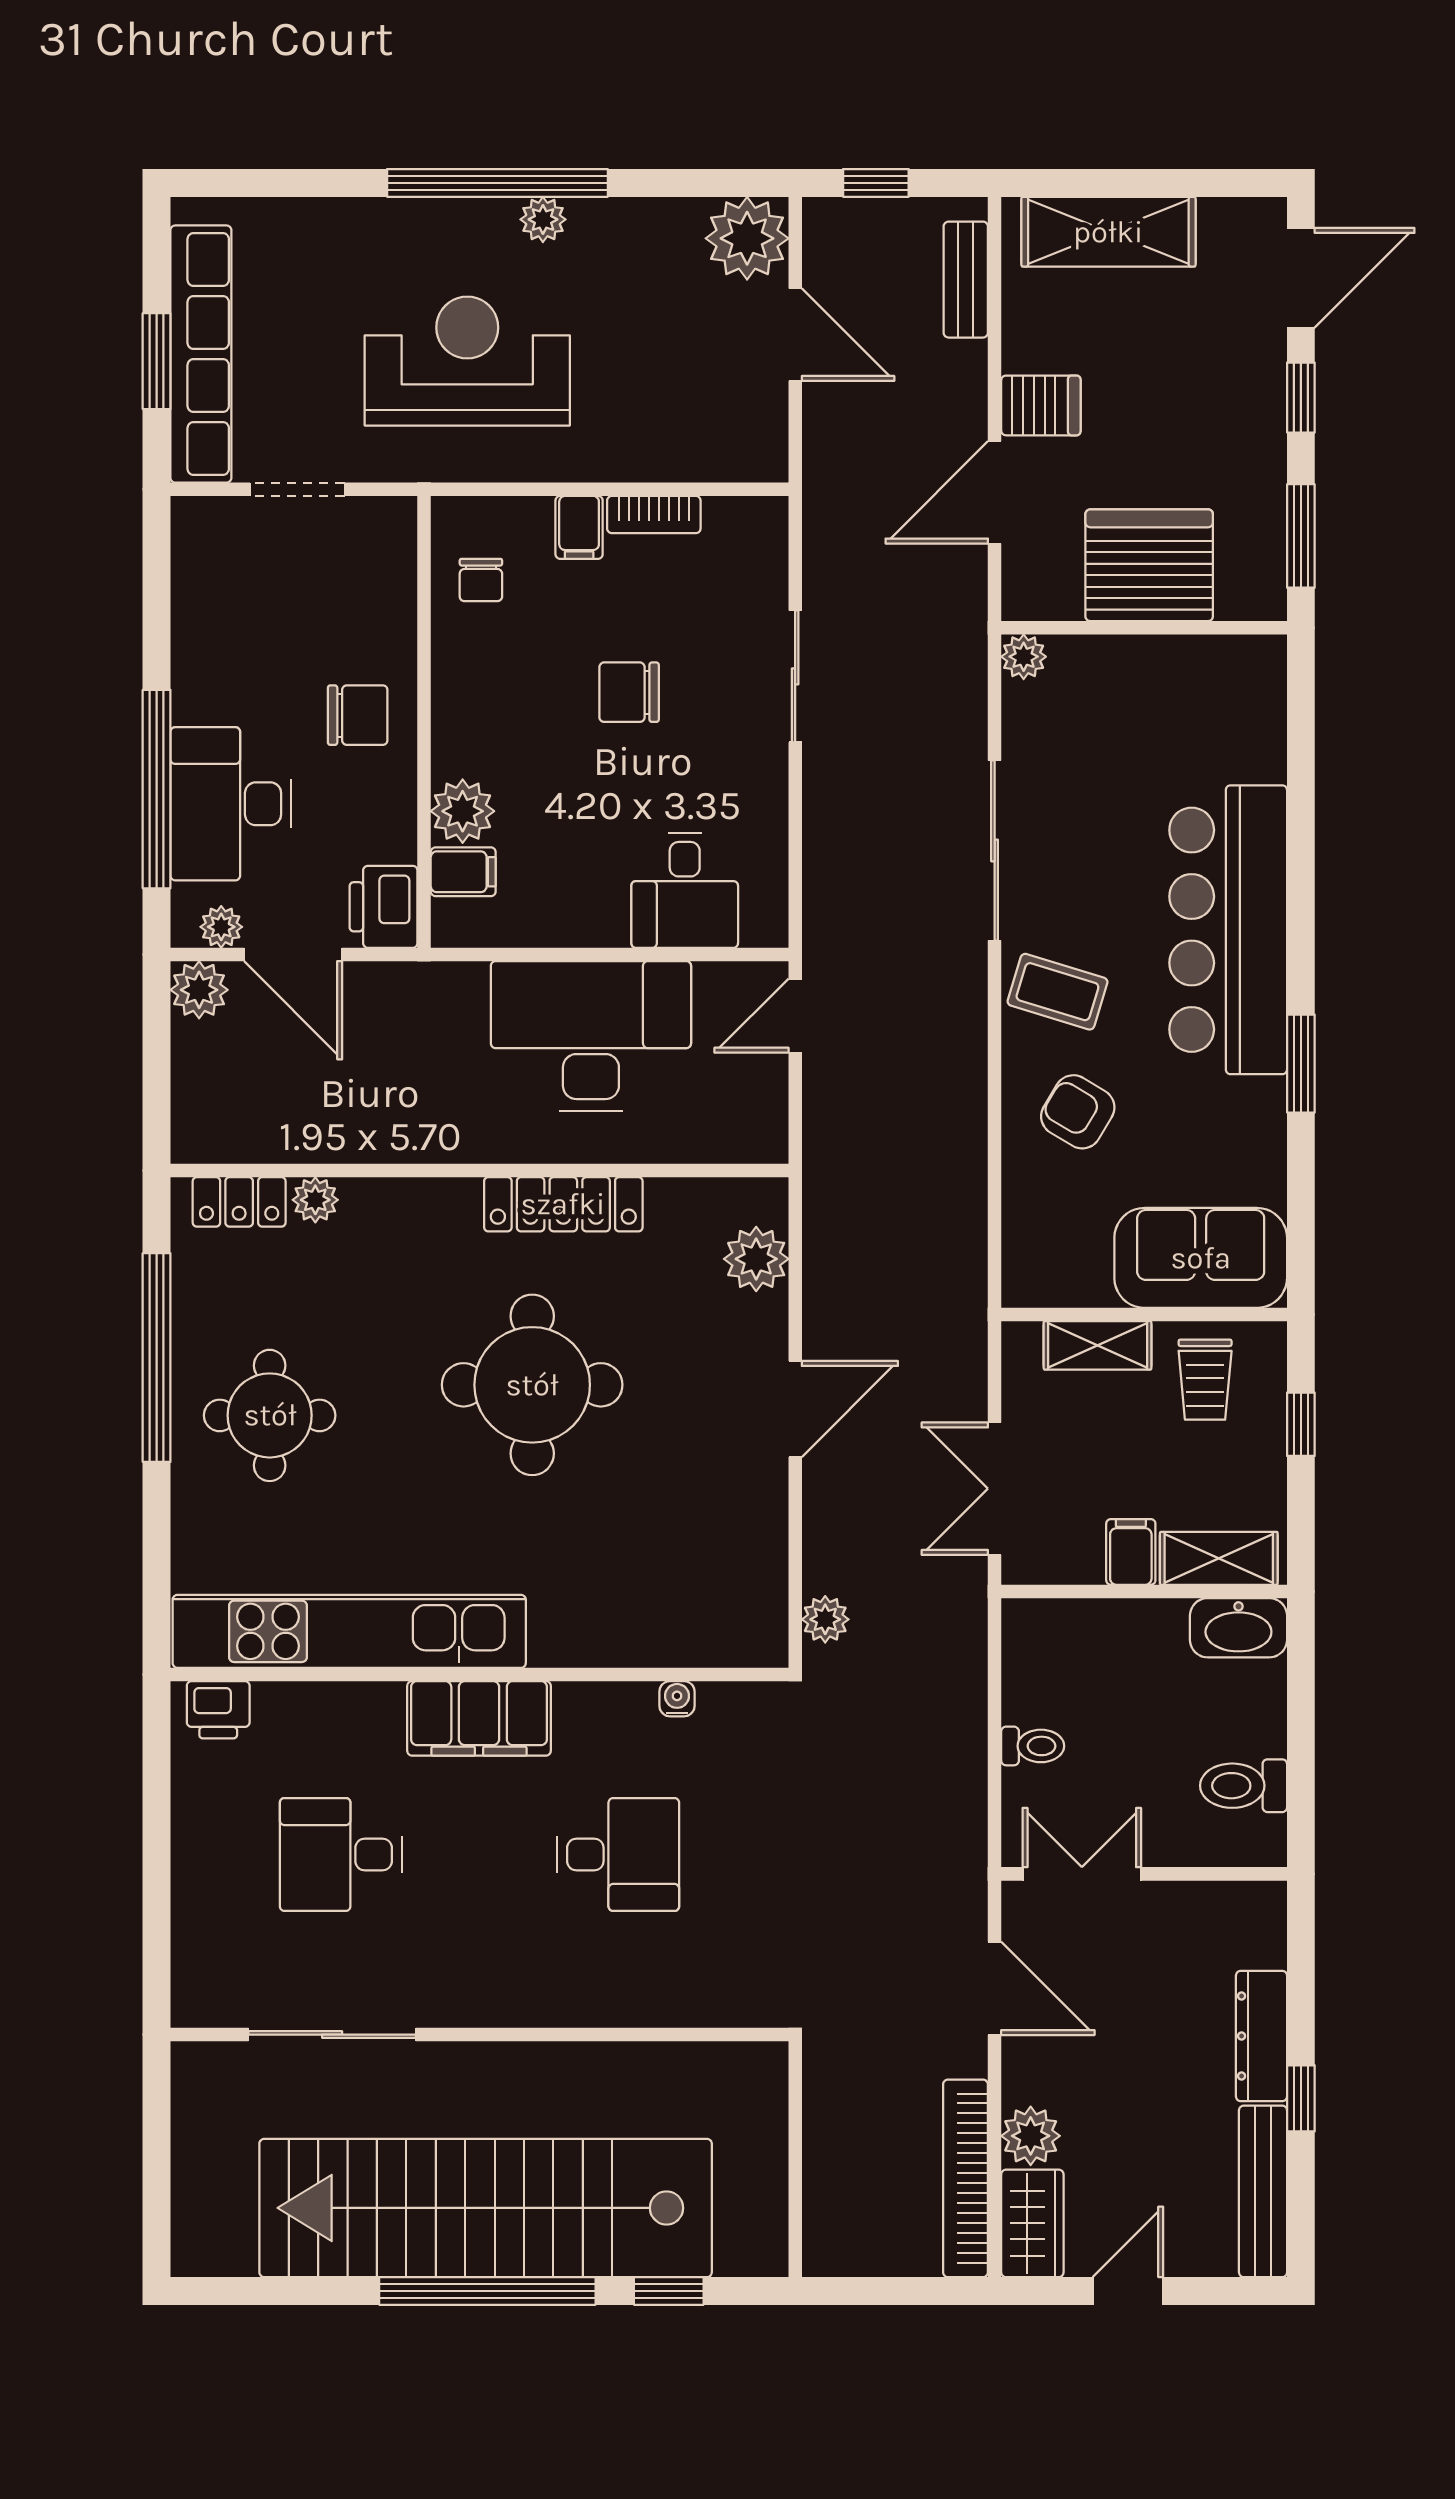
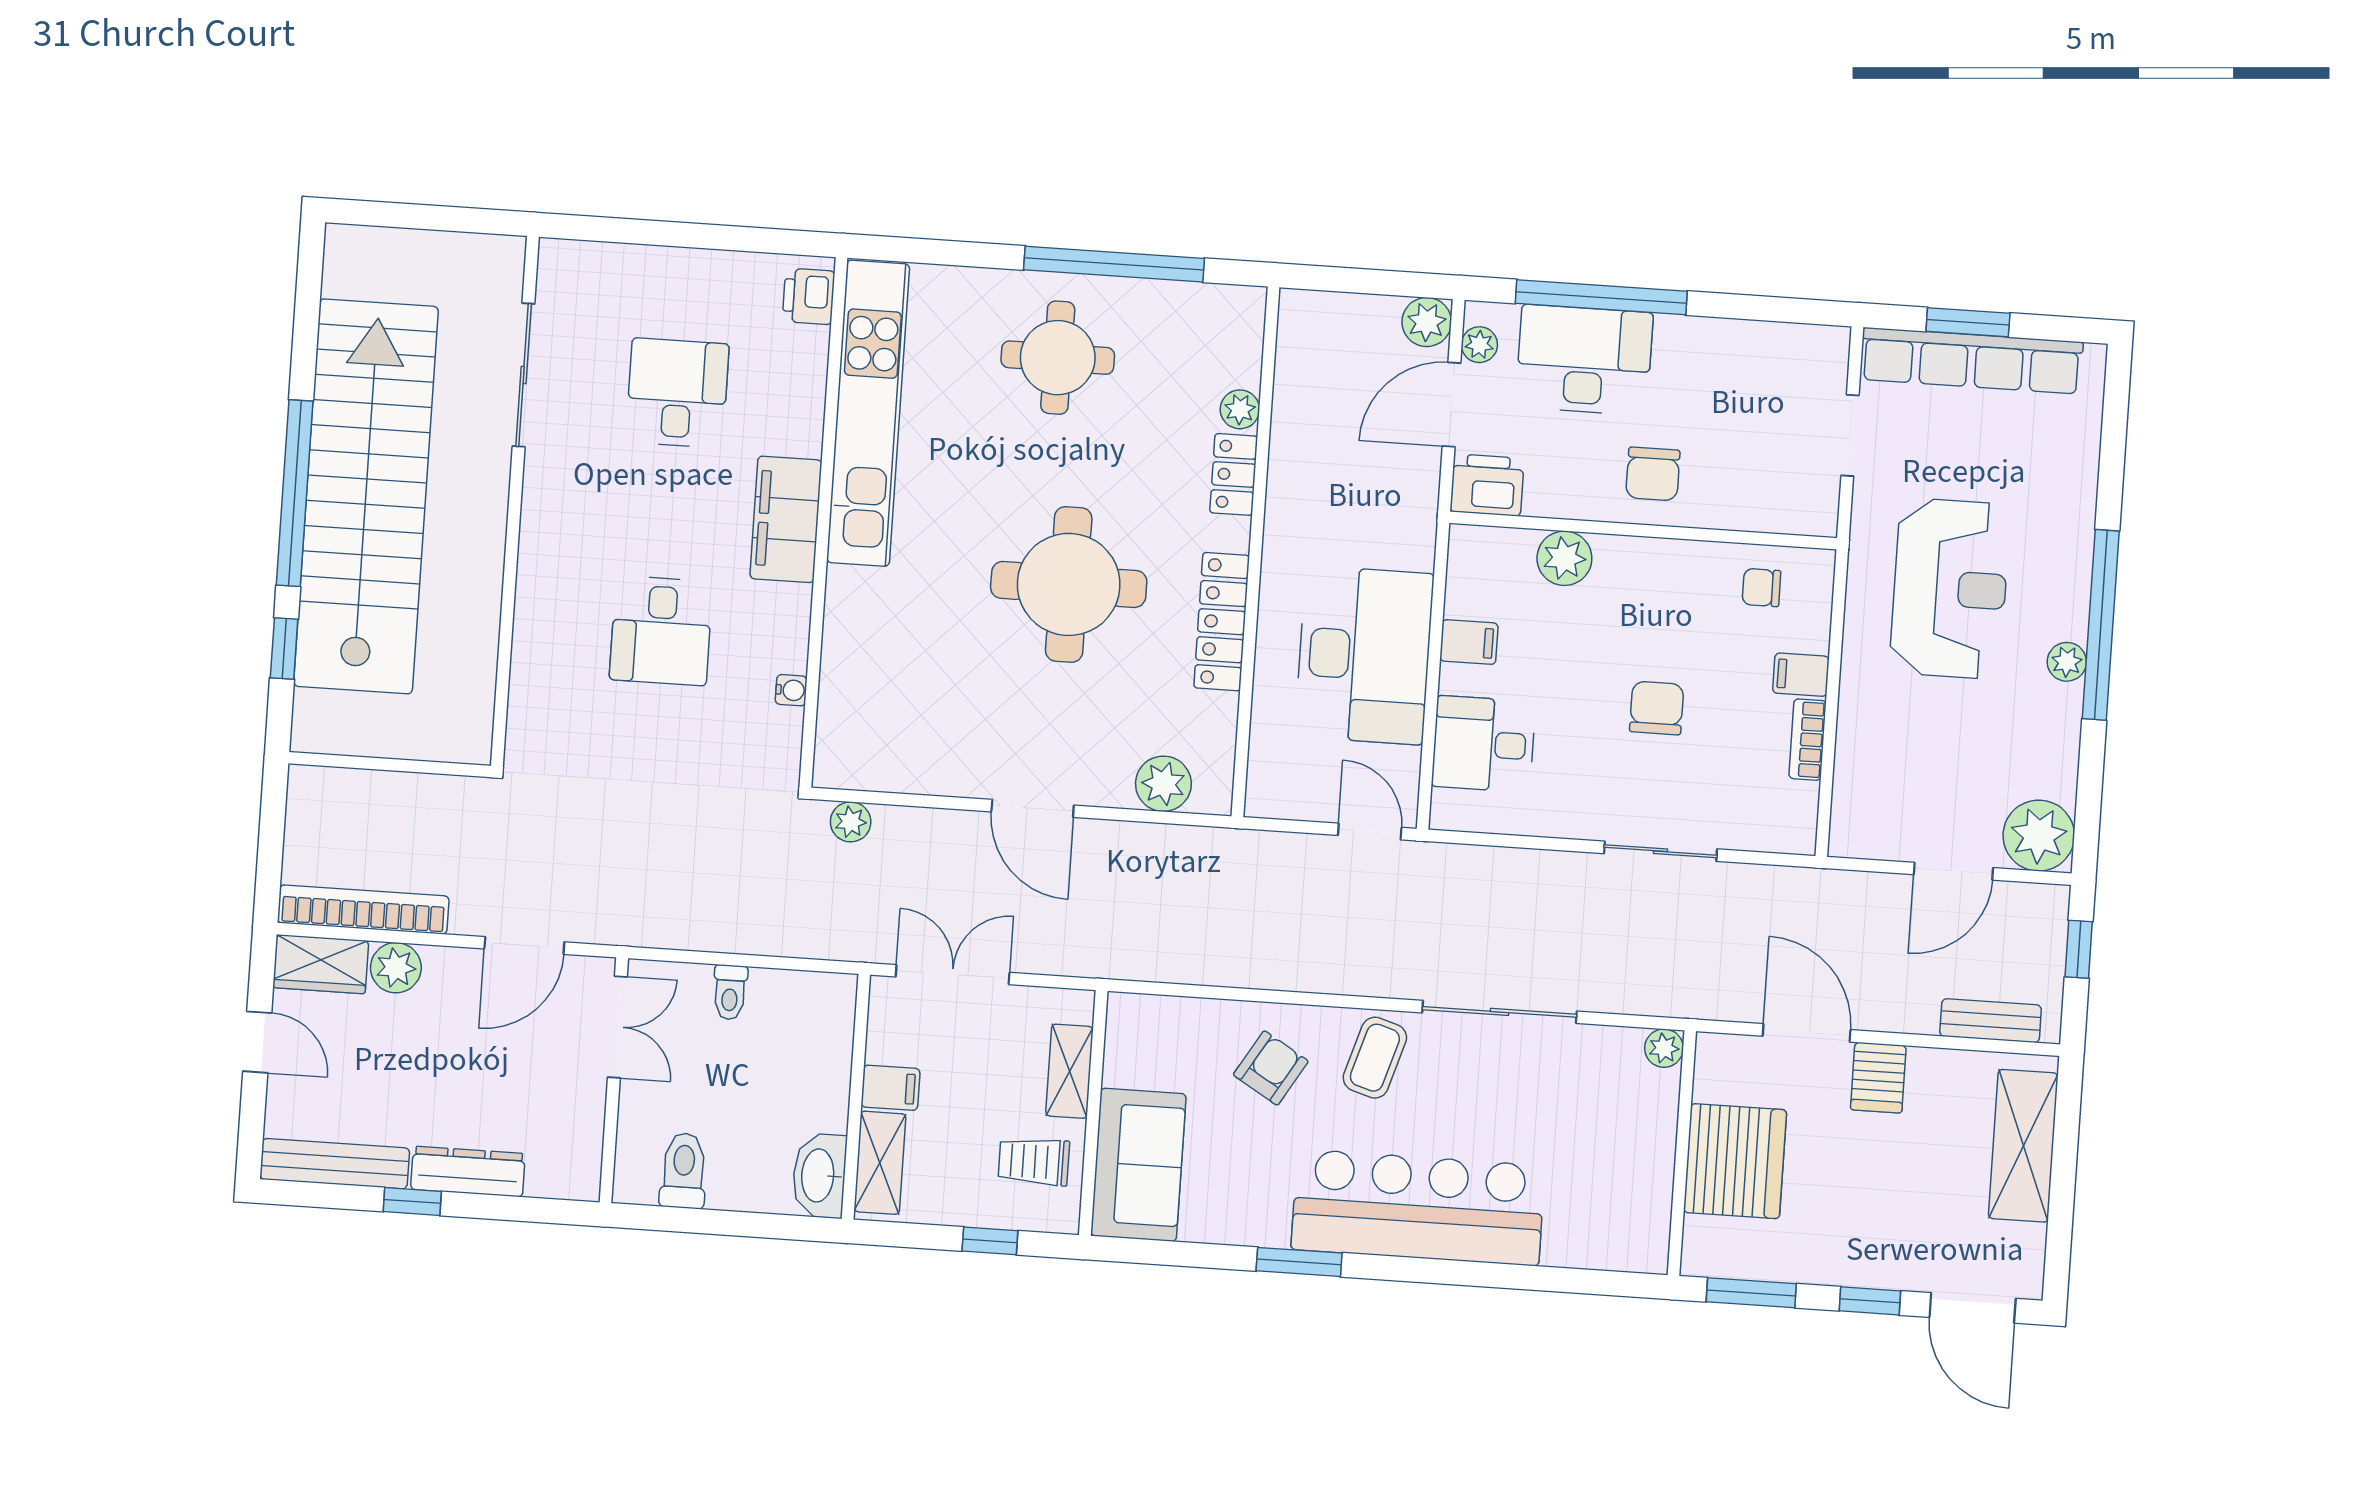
filing cabinet: (463, 872) -> (1469, 642), moved, turned -90
locker: (239, 1202) -> (1234, 474), moved

